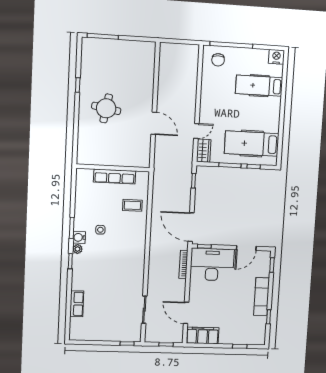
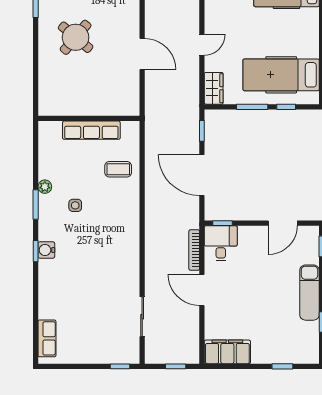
round table: (106, 108) -> (76, 37), turned 30
door: (196, 131) -> (202, 45), moved
door: (191, 227) -> (202, 175), moved
water cooler: (79, 237) -> (46, 250), moved
plant: (78, 249) -> (45, 187), moved
desk: (212, 264) -> (221, 243), width x0.53, depth x0.77
row of seats: (77, 304) -> (47, 338), moved
door: (186, 313) -> (202, 290), moved

